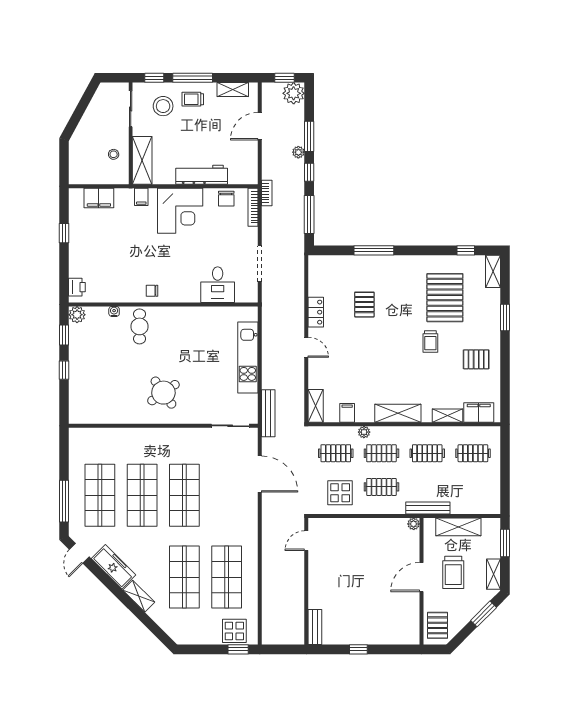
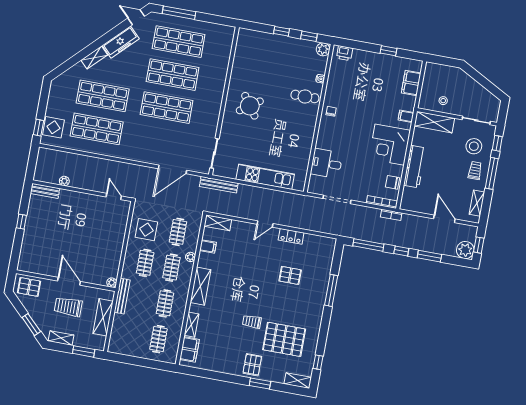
plant: (298, 152) -> (64, 181), moved
pallet: (476, 359) -> (252, 365), moved

